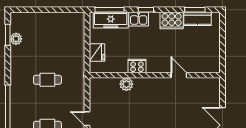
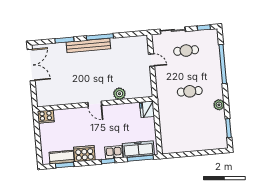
plant: (16, 39) -> (219, 105), moved
fridge: (97, 52) -> (147, 109), moved
cooker: (137, 66) -> (46, 117), moved
door: (179, 75) -> (95, 104), moved

